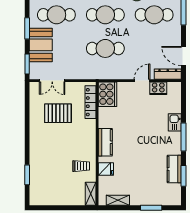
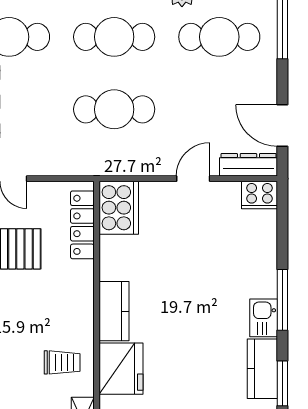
cooker: (158, 88) -> (259, 195), moved
kitchen sink: (175, 122) -> (264, 318), moved
fridge: (106, 169) -> (121, 369), width x1.88, depth x1.34

